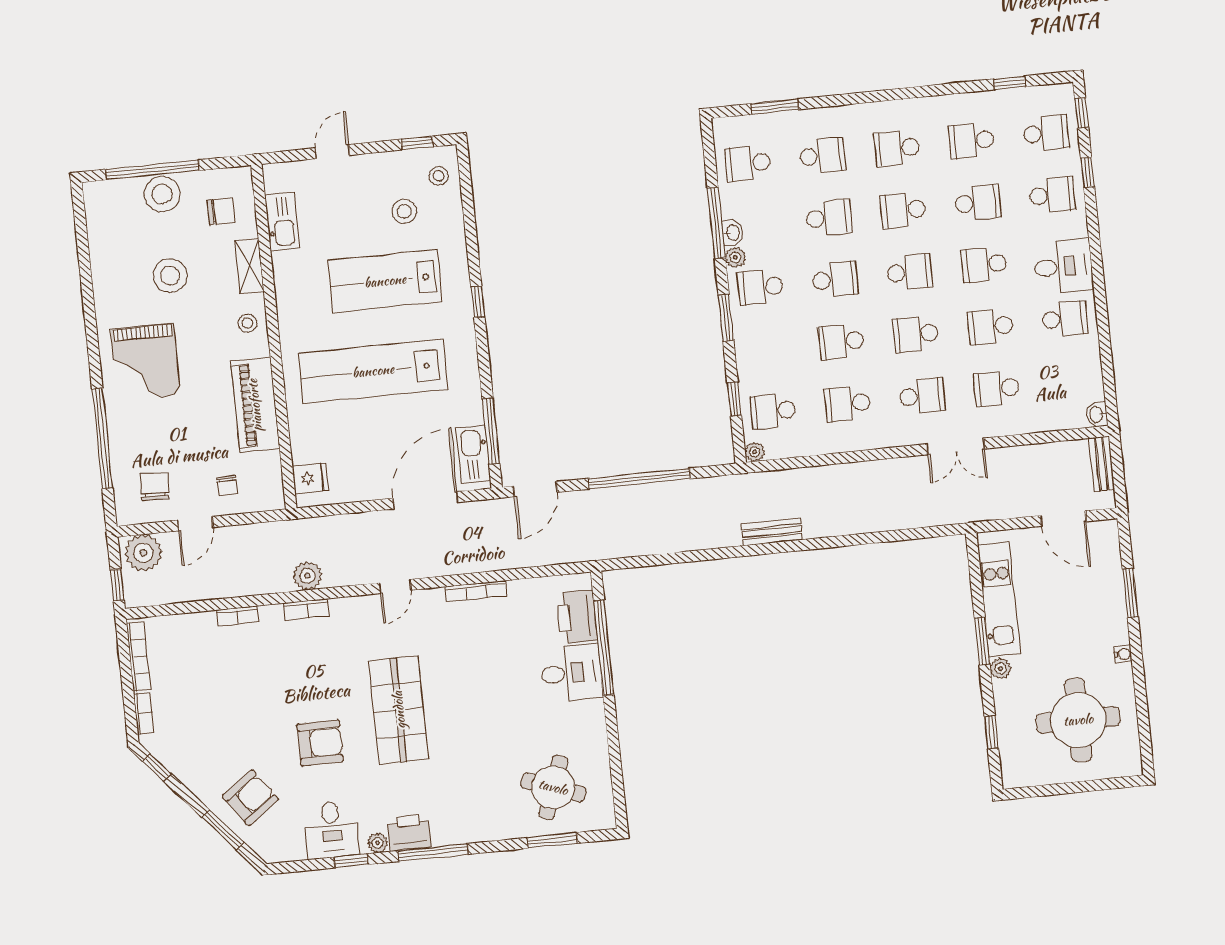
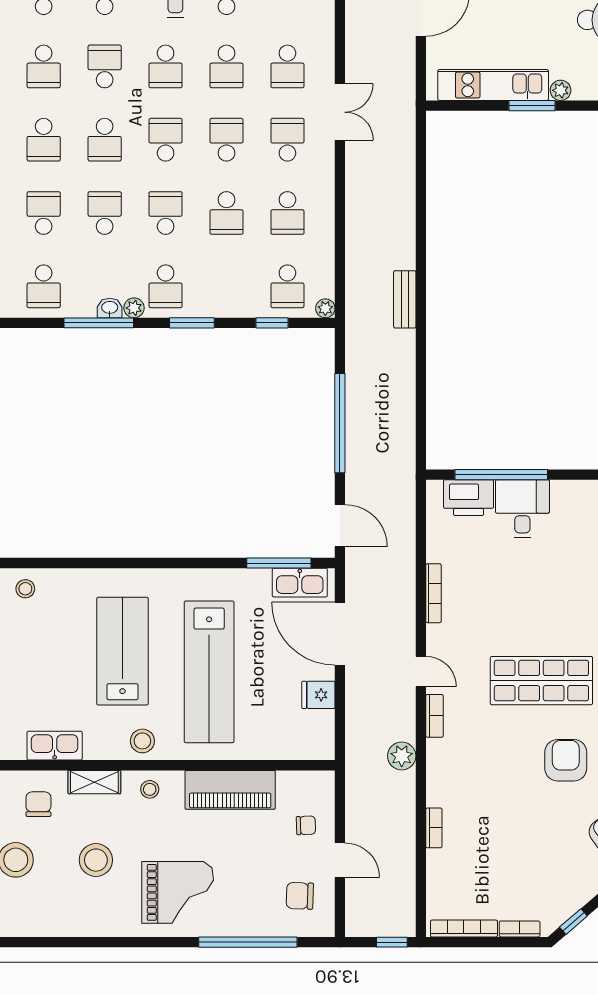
stool: (404, 211) -> (142, 741), moved
lab bench: (385, 281) -> (122, 651), turned 180
window: (478, 302) -> (152, 563), removed
school desk: (916, 334) -> (227, 140), turned 180
fridge: (310, 478) -> (318, 695), moved, turned -90
plant: (143, 553) -> (363, 914), removed
bookcase: (307, 609) -> (434, 716), moved

